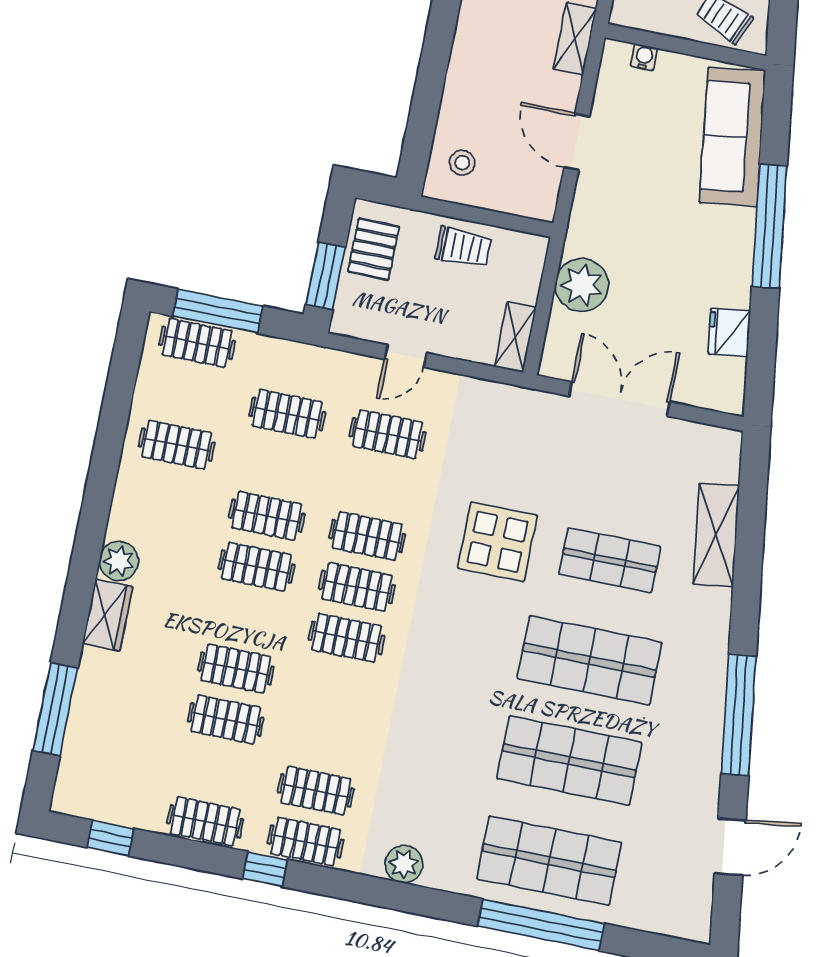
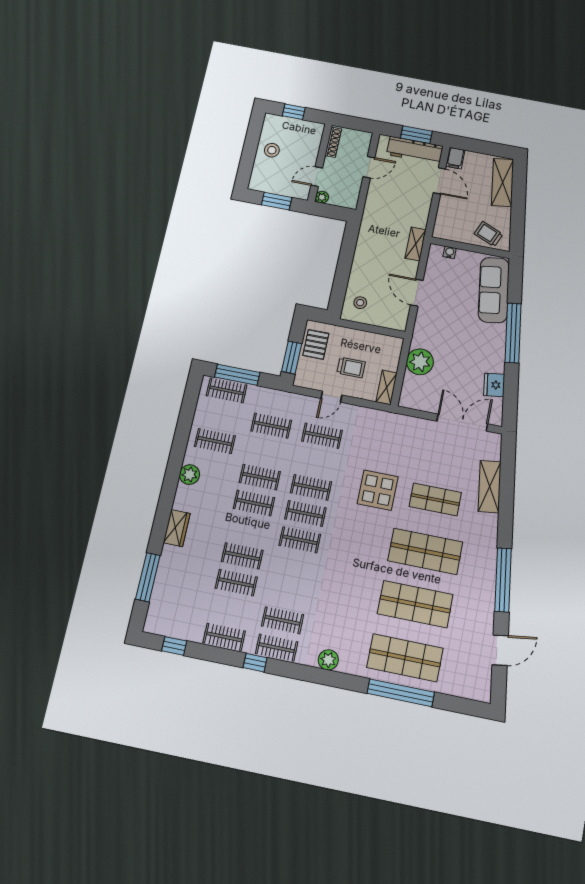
trolley: (463, 247) -> (351, 367), moved
double door: (619, 399) -> (462, 423), moved
plant: (119, 561) -> (189, 475), moved

